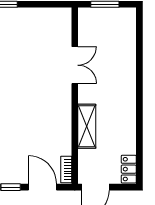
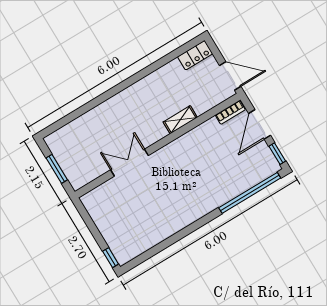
shelving: (87, 126) -> (180, 120), width x0.67, depth x0.75

